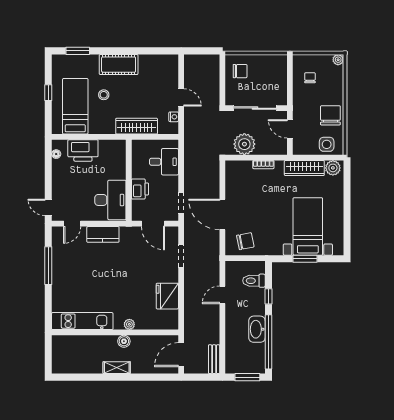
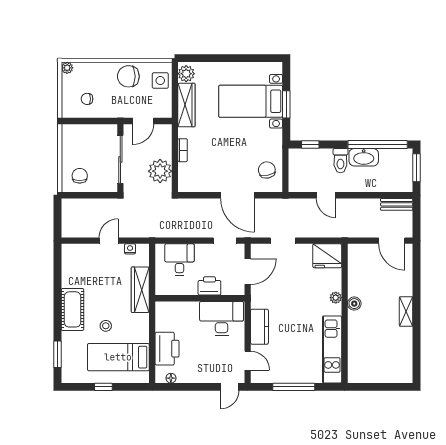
door: (222, 214) -> (237, 195), hinge flipped
toilet: (254, 281) -> (340, 161), moved
window: (268, 296) -> (310, 145), moved
kitchen unit: (82, 321) -> (332, 349), moved
plant: (129, 324) -> (336, 298), moved
wall: (115, 332) -> (345, 313), moved
boiler: (124, 341) -> (354, 304), moved

